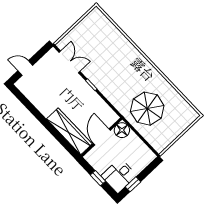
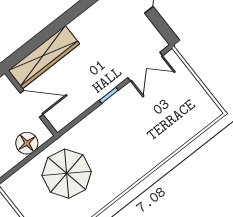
floor lamp: (122, 130) -> (27, 143), moved

